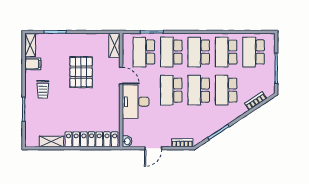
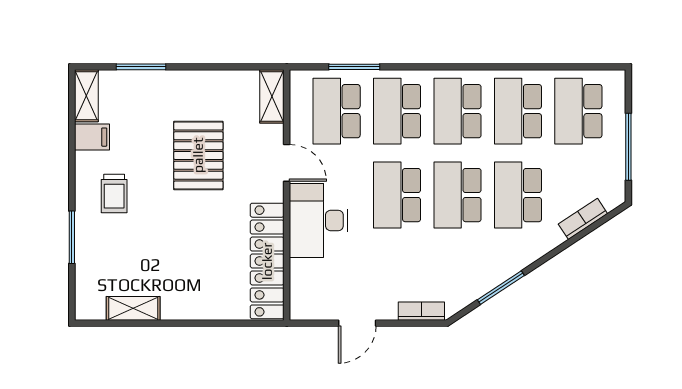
locker: (92, 139) -> (267, 261), moved, turned -90
washbasin: (127, 141) -> (300, 308), removed

